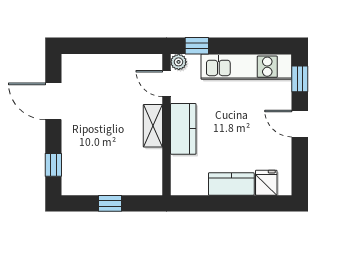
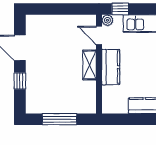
window: (53, 165) -> (20, 81), moved
window: (110, 203) -> (59, 119), width x2.17

